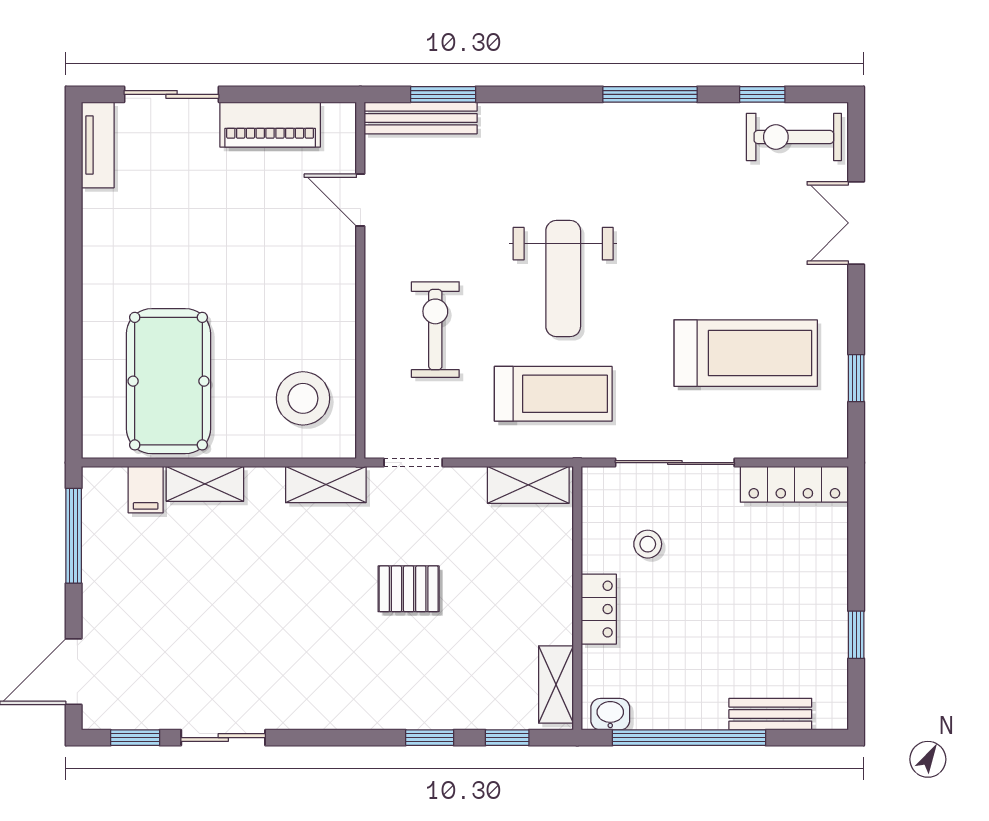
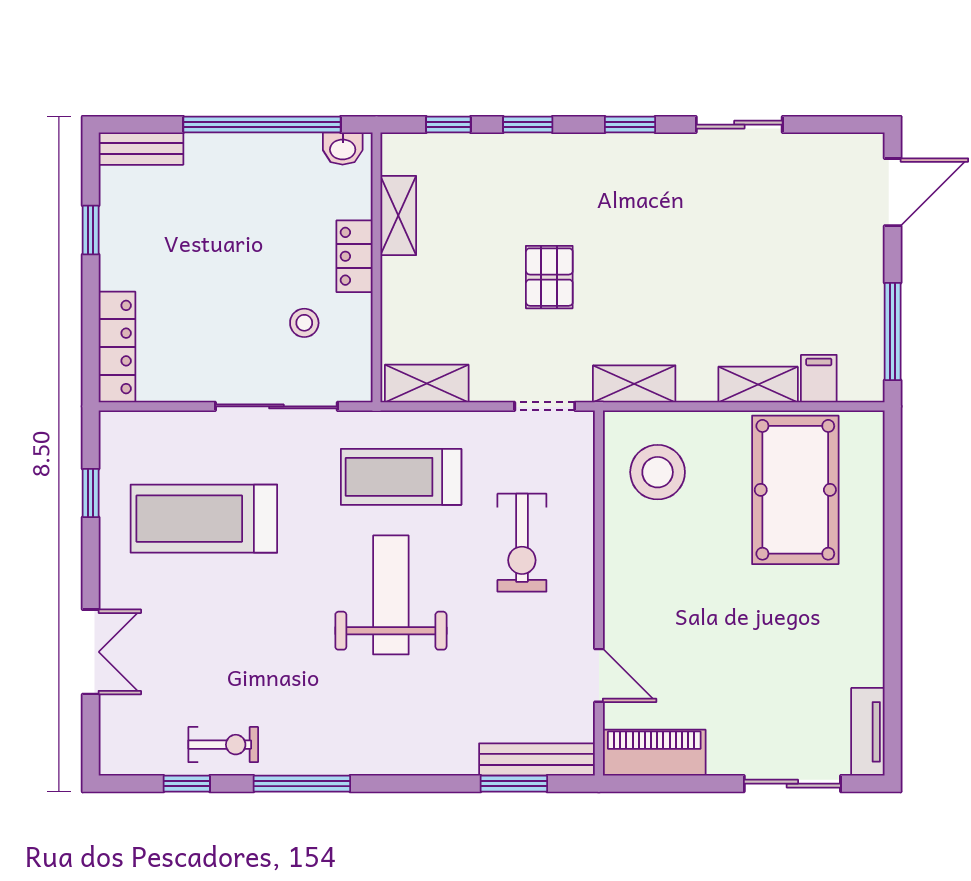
piano: (270, 125) -> (654, 753), moved
exercise bike: (794, 137) -> (223, 745), moved, width x0.73, depth x0.72
locker: (794, 484) -> (117, 347), moved, turned 90
pallet: (409, 589) -> (549, 277), turned 90
shelving: (556, 685) -> (398, 216), moved
bench: (770, 714) -> (141, 149), moved
window: (135, 738) -> (630, 125), moved

